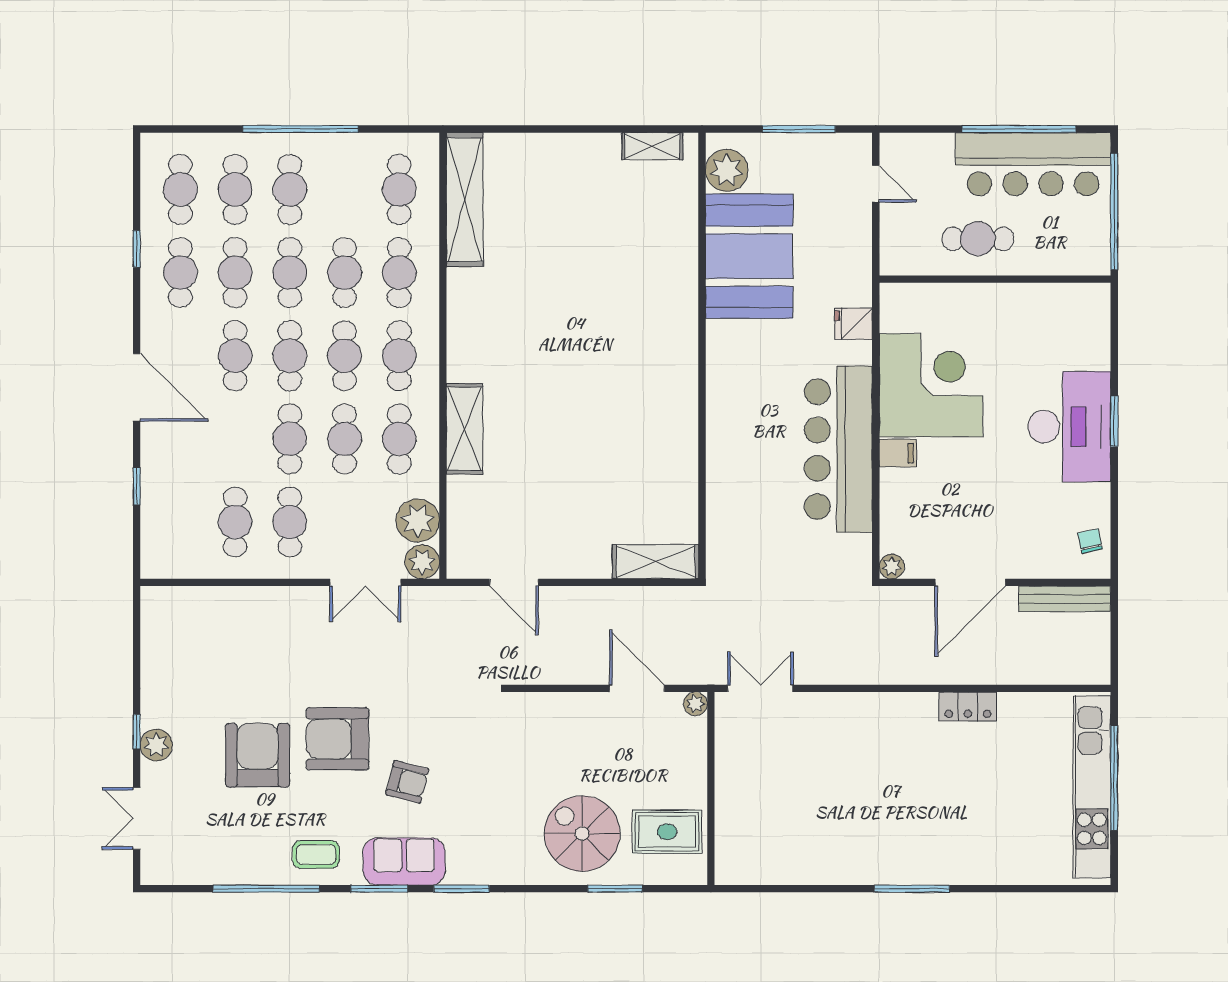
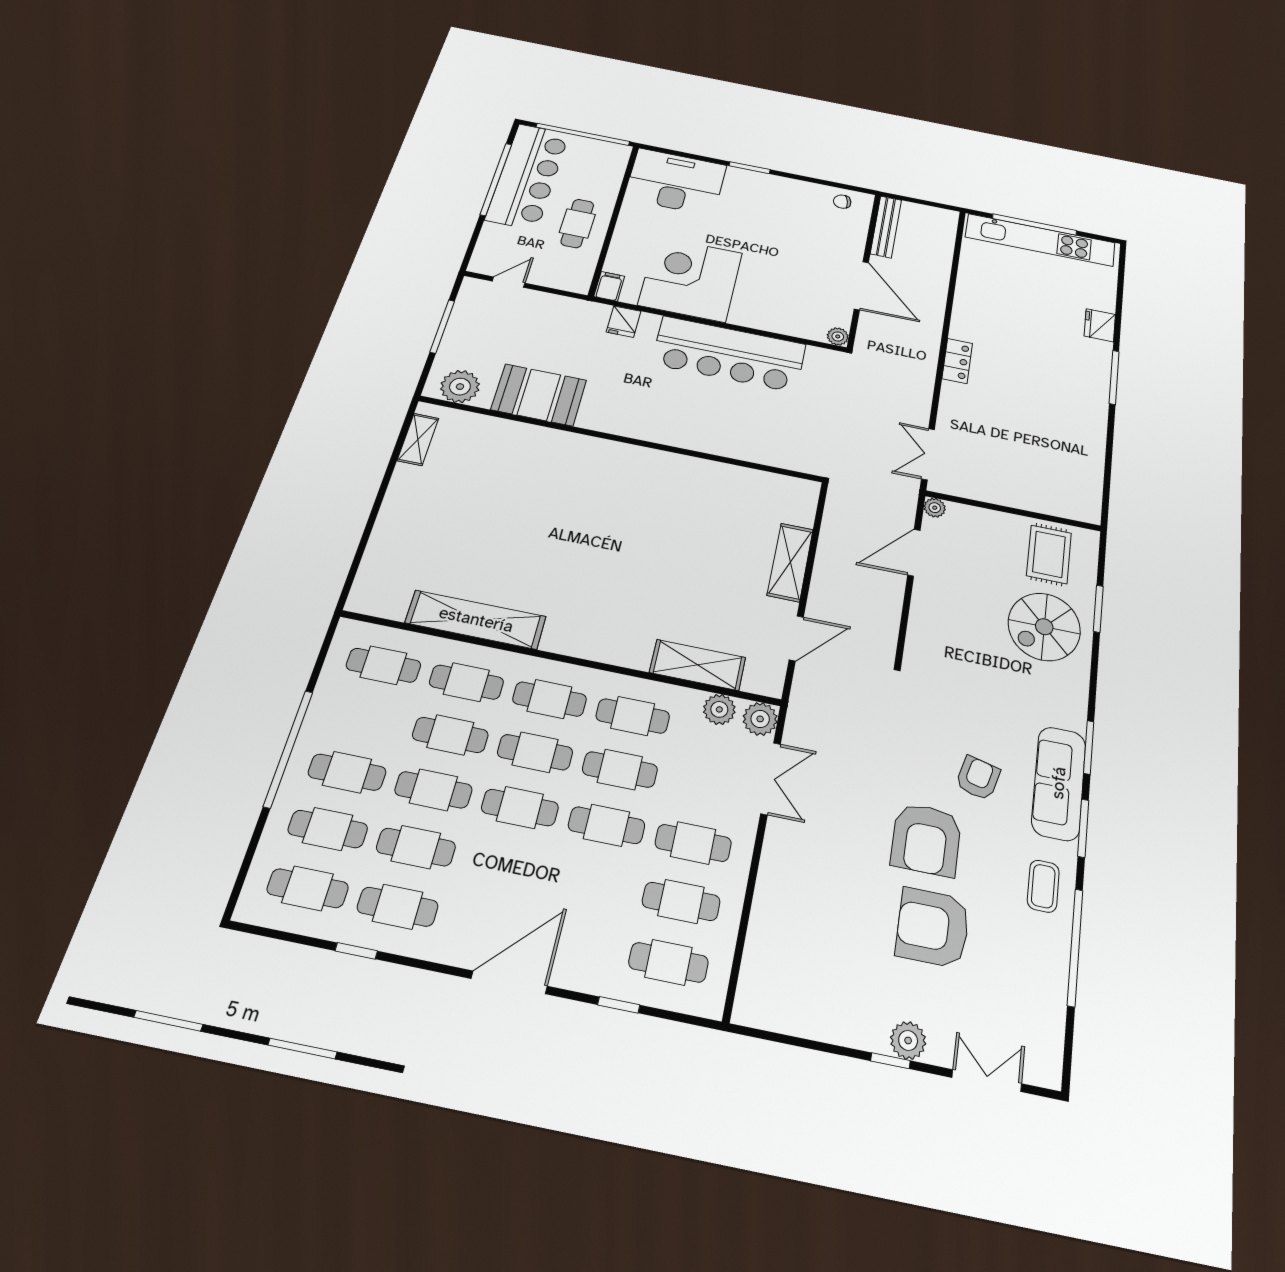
shelving: (465, 200) -> (476, 620), moved
booth: (749, 256) -> (539, 395), width x0.73, depth x0.70
cafe table: (235, 356) -> (668, 962), moved
desk: (1069, 427) -> (676, 182), moved
shelving: (465, 429) -> (698, 665), moved
filing cabinet: (898, 453) -> (609, 286), moved
plant: (418, 520) -> (719, 709), width x0.73, depth x0.73
shelving: (656, 562) -> (790, 562), moved
locker: (968, 706) -> (957, 361), moved
double door: (137, 818) -> (987, 1081), swing flipped
sofa: (404, 862) -> (1059, 783), width x1.36
fridge: (982, 868) -> (1100, 325), added

